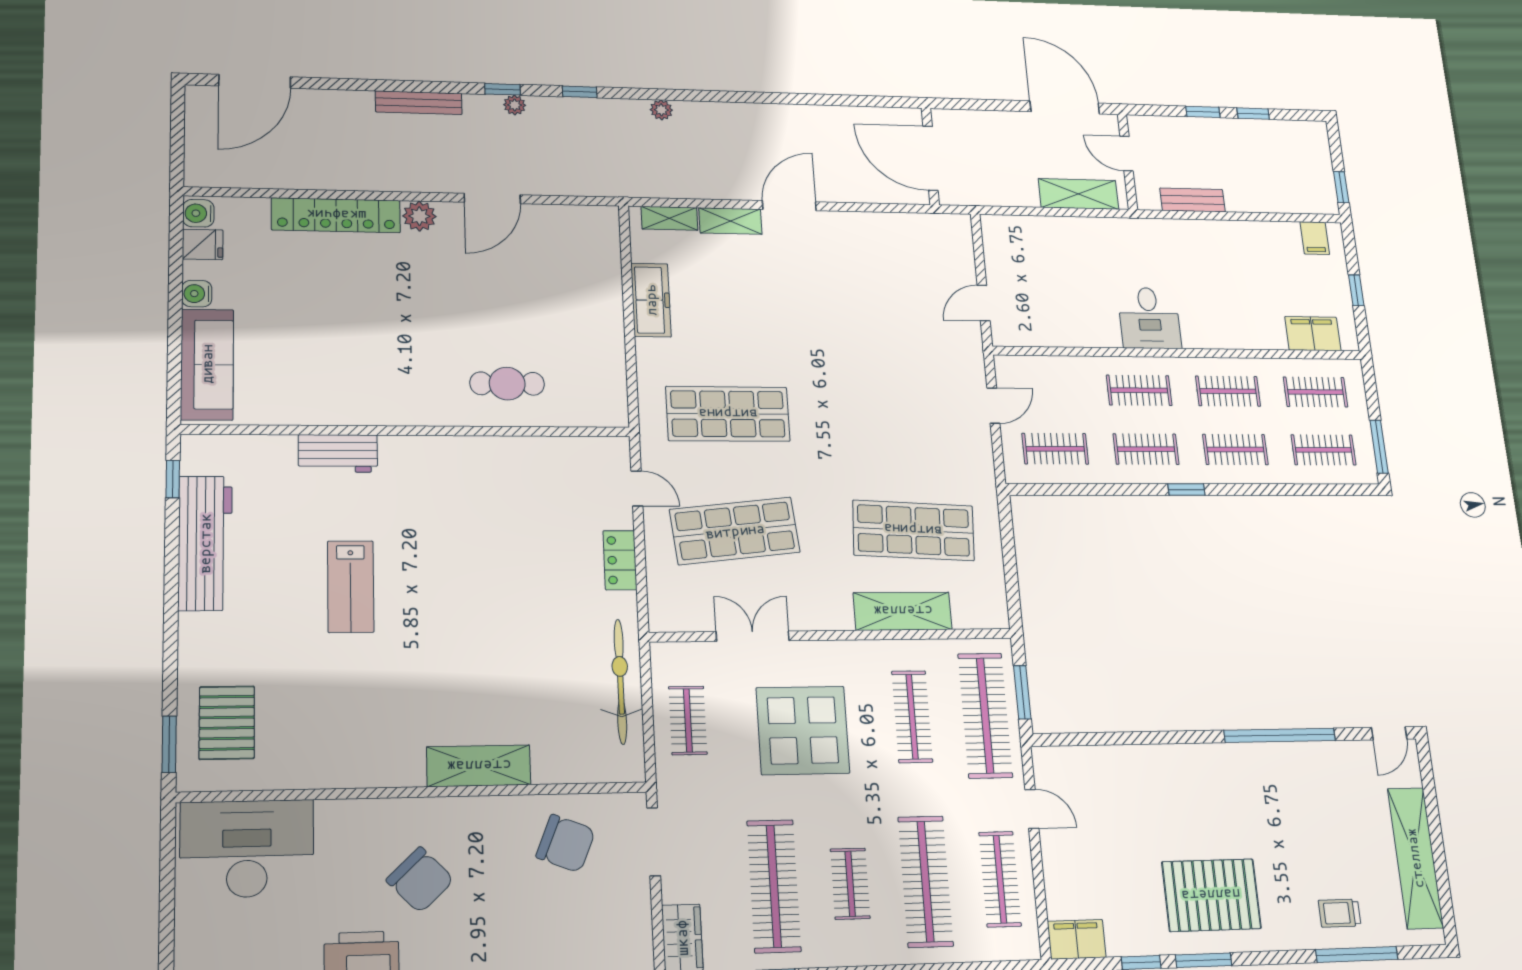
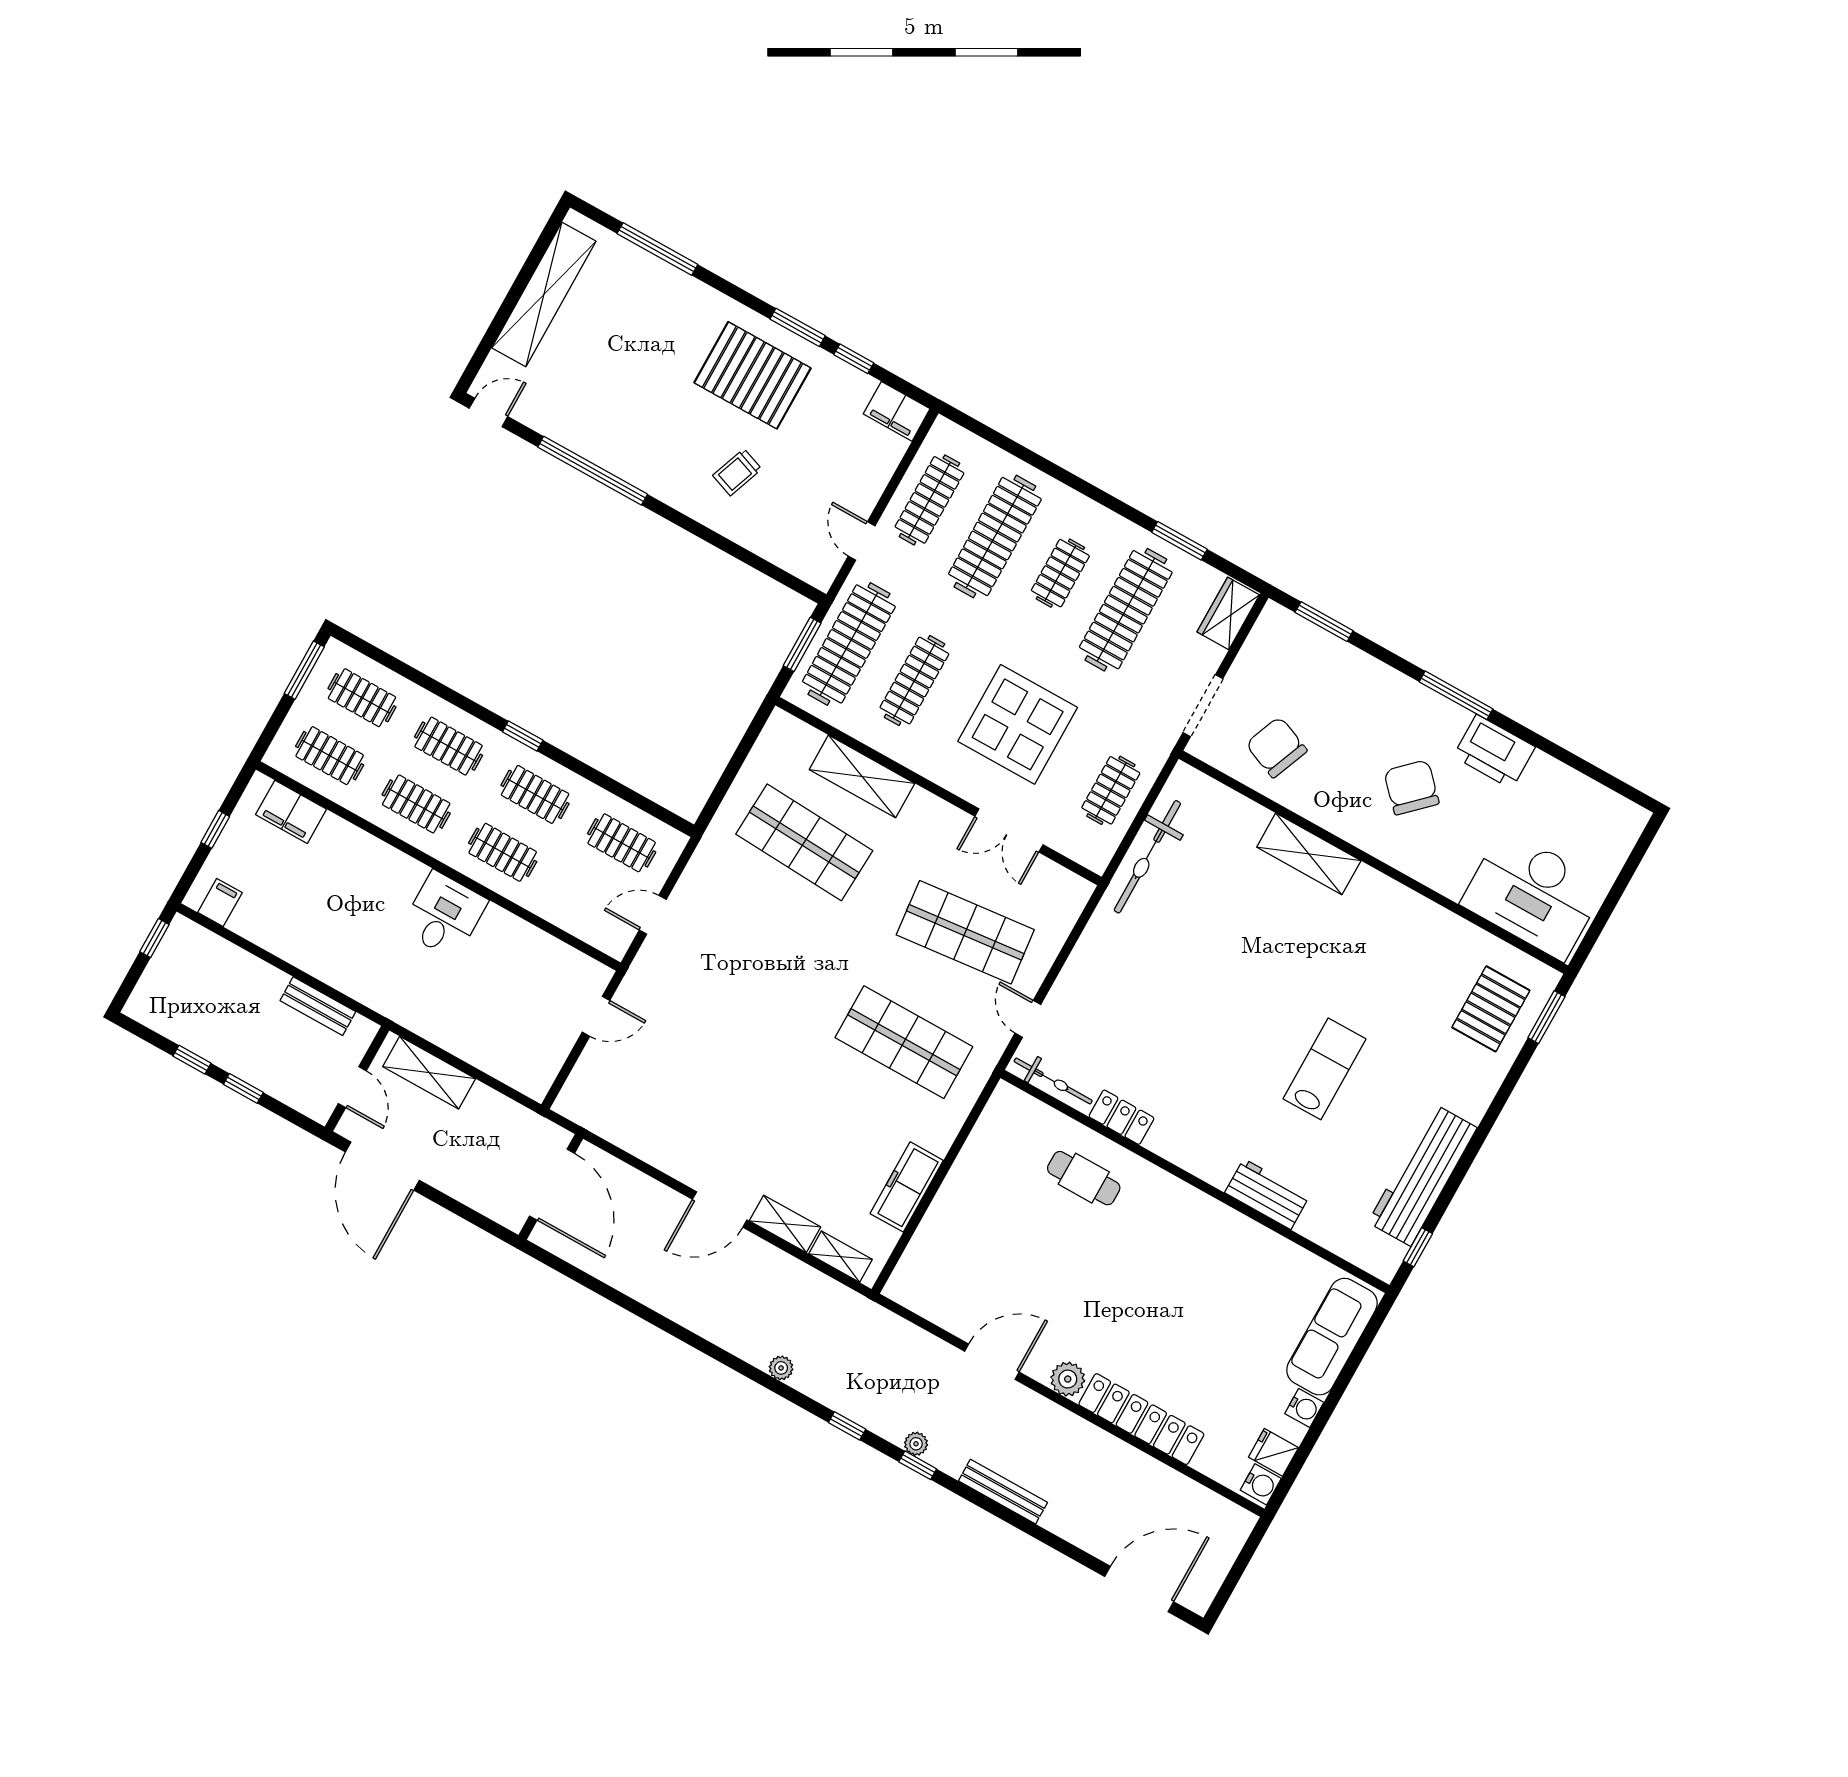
bicycle: (583, 449) -> (1053, 1081), added
locker: (620, 560) -> (1121, 1117), moved, turned -90
trolley: (1340, 913) -> (737, 472), moved, turned 110

